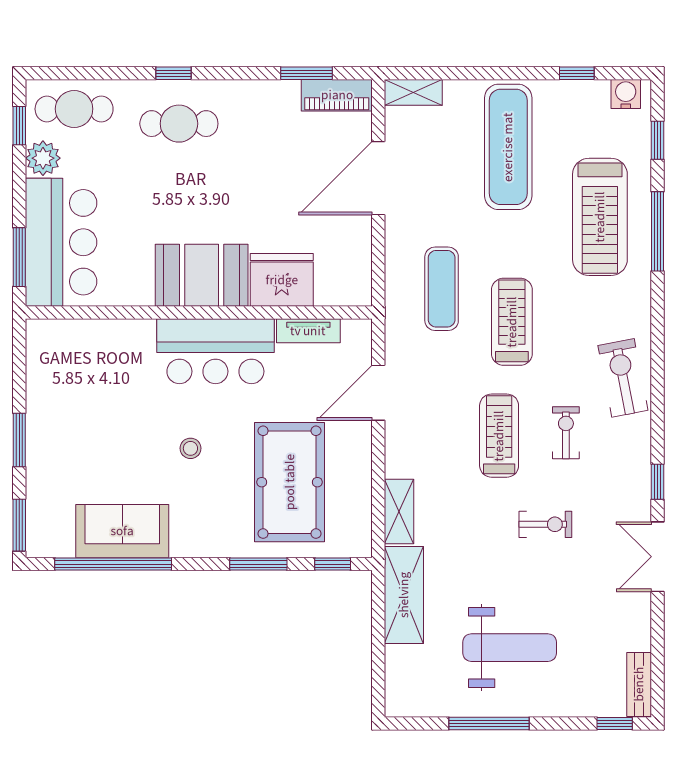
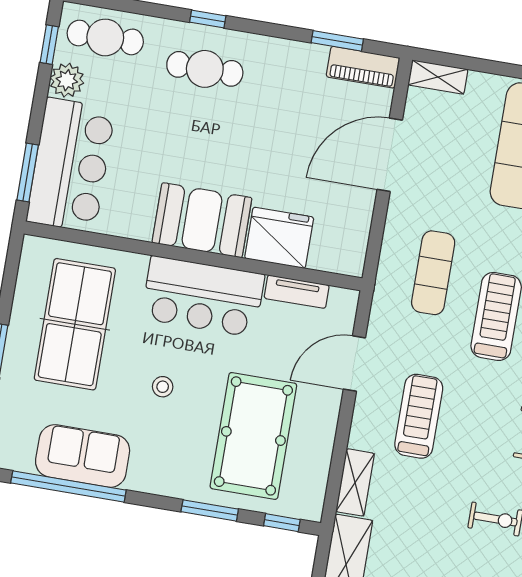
table tennis table: (92, 401) -> (75, 324), added
treadmill: (499, 436) -> (419, 416), moved

